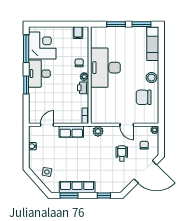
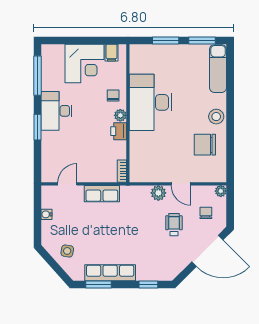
corner desk: (42, 45) -> (84, 64), moved, turned 90
plant: (98, 131) -> (158, 193), moved

